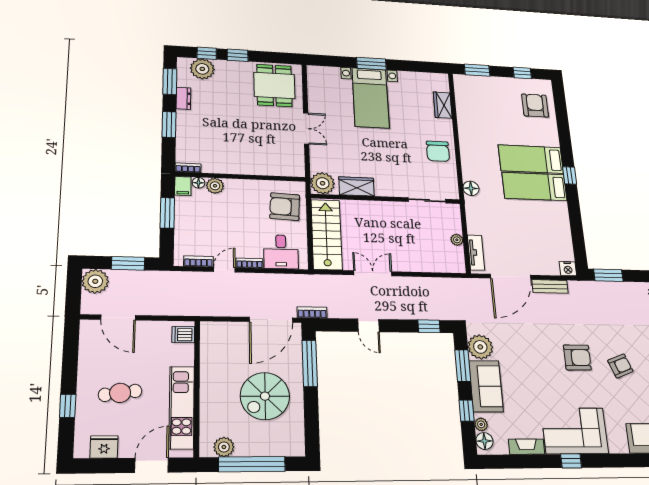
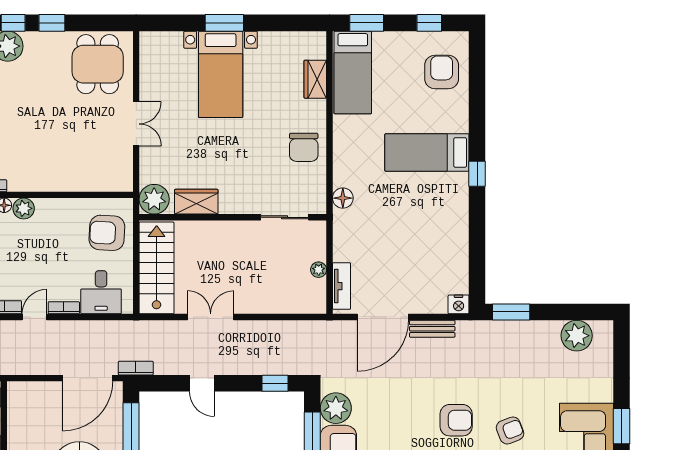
bed: (534, 186) -> (353, 72), moved, turned -90

